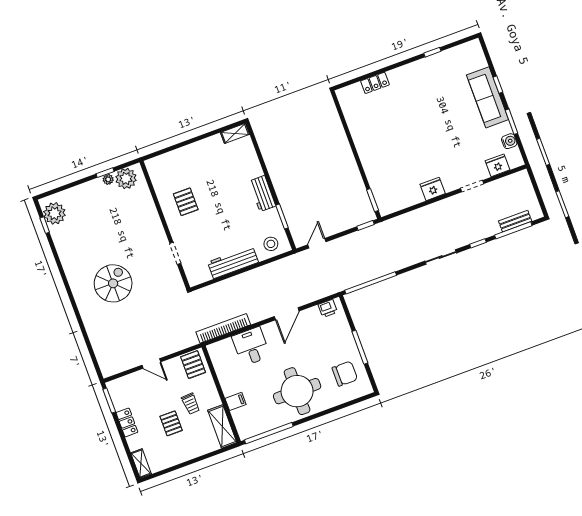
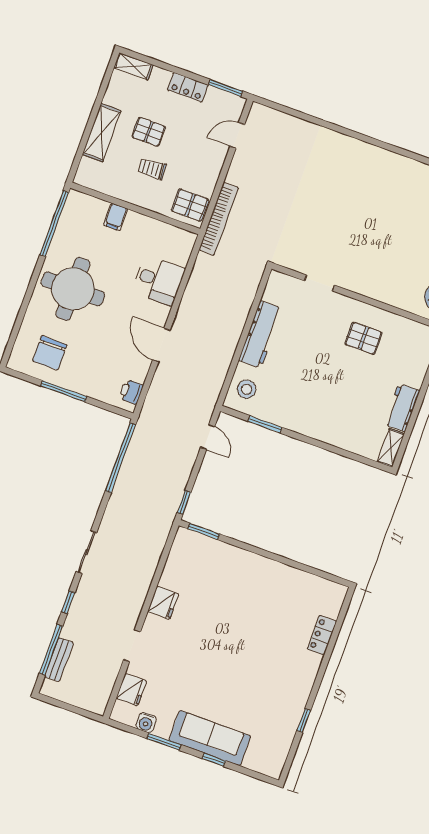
workbench: (262, 194) -> (402, 408), moved, turned -90
spiral stairs: (113, 283) -> (342, 193), removed
bookcase: (223, 328) -> (219, 219), moved
door: (151, 363) -> (237, 135), moved
shelving: (222, 426) -> (102, 133), moved, turned 90

